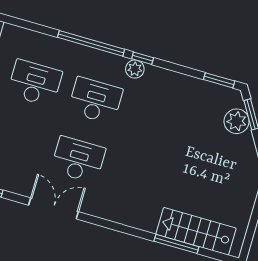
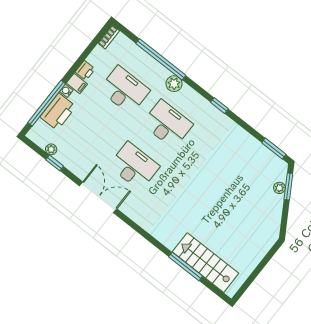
window: (91, 43) -> (161, 59), moved
plant: (135, 69) -> (174, 84), moved
plant: (237, 121) -> (279, 188), width x0.53, depth x0.53

